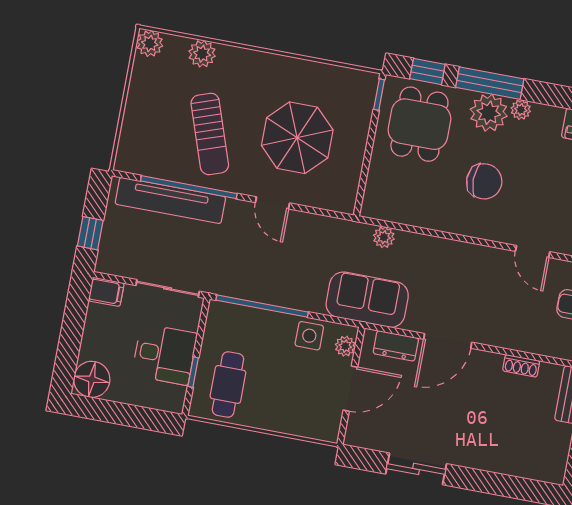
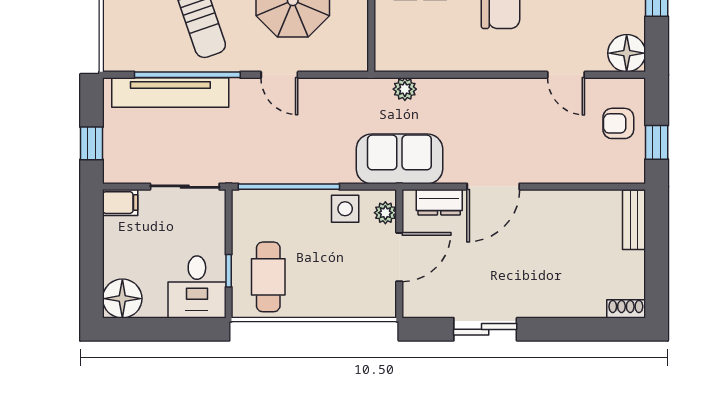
desk: (164, 354) -> (197, 287), moved, turned 90
shoe rack: (521, 366) -> (626, 309), moved, turned 180

